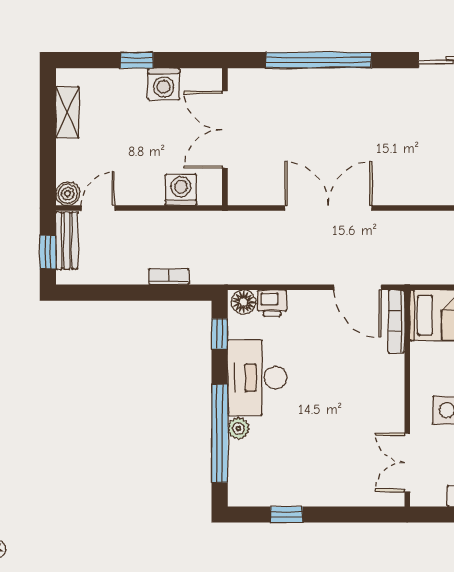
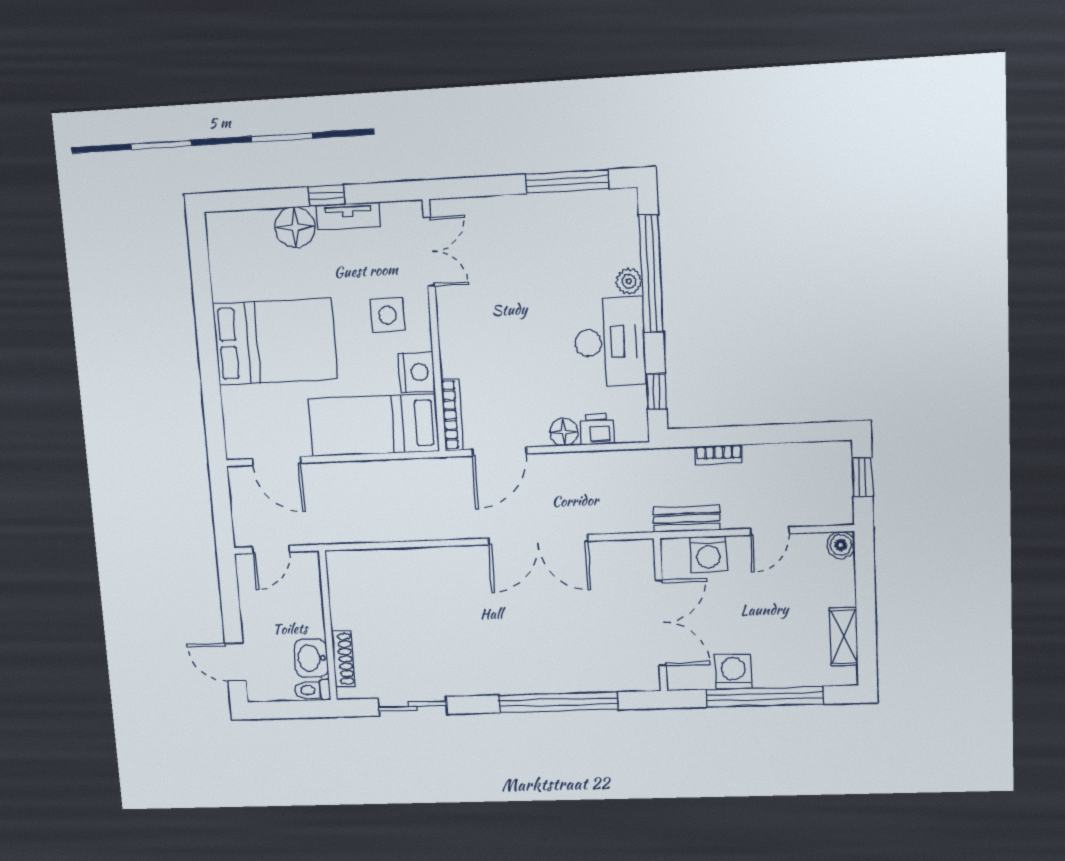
window: (137, 60) -> (765, 697), width x3.17
door: (98, 208) -> (770, 531), moved
bench: (67, 241) -> (687, 519), moved, turned 90
door: (358, 287) -> (499, 452), swing flipped
floor lamp: (243, 302) -> (564, 432), moved
nightstand: (425, 360) -> (417, 372), added
window: (286, 515) -> (567, 182), width x2.17

